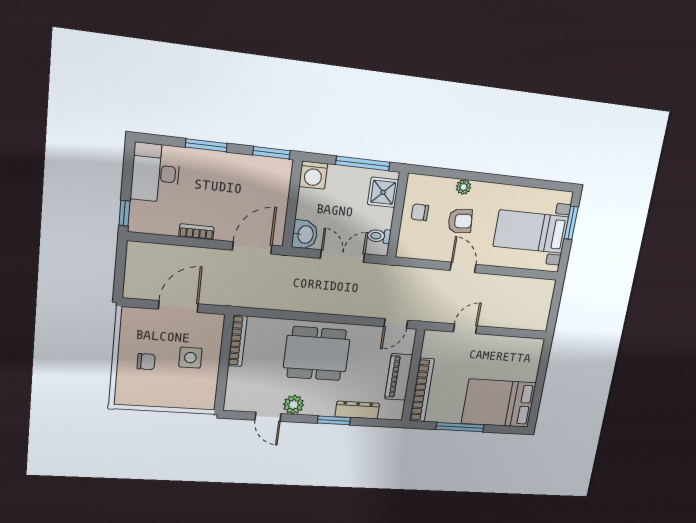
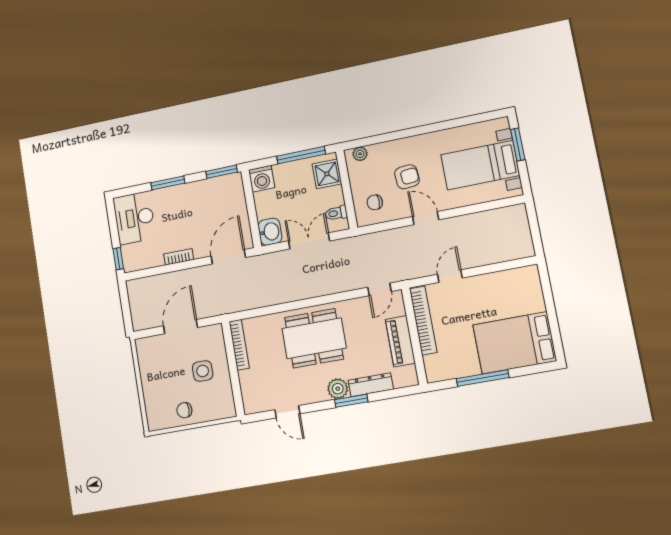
plant: (464, 187) -> (360, 154), moved
chair: (420, 212) -> (375, 202), moved
chair: (146, 362) -> (184, 410), moved, turned 180
bookcase: (422, 390) -> (423, 321), moved
plant: (294, 405) -> (338, 389), moved

